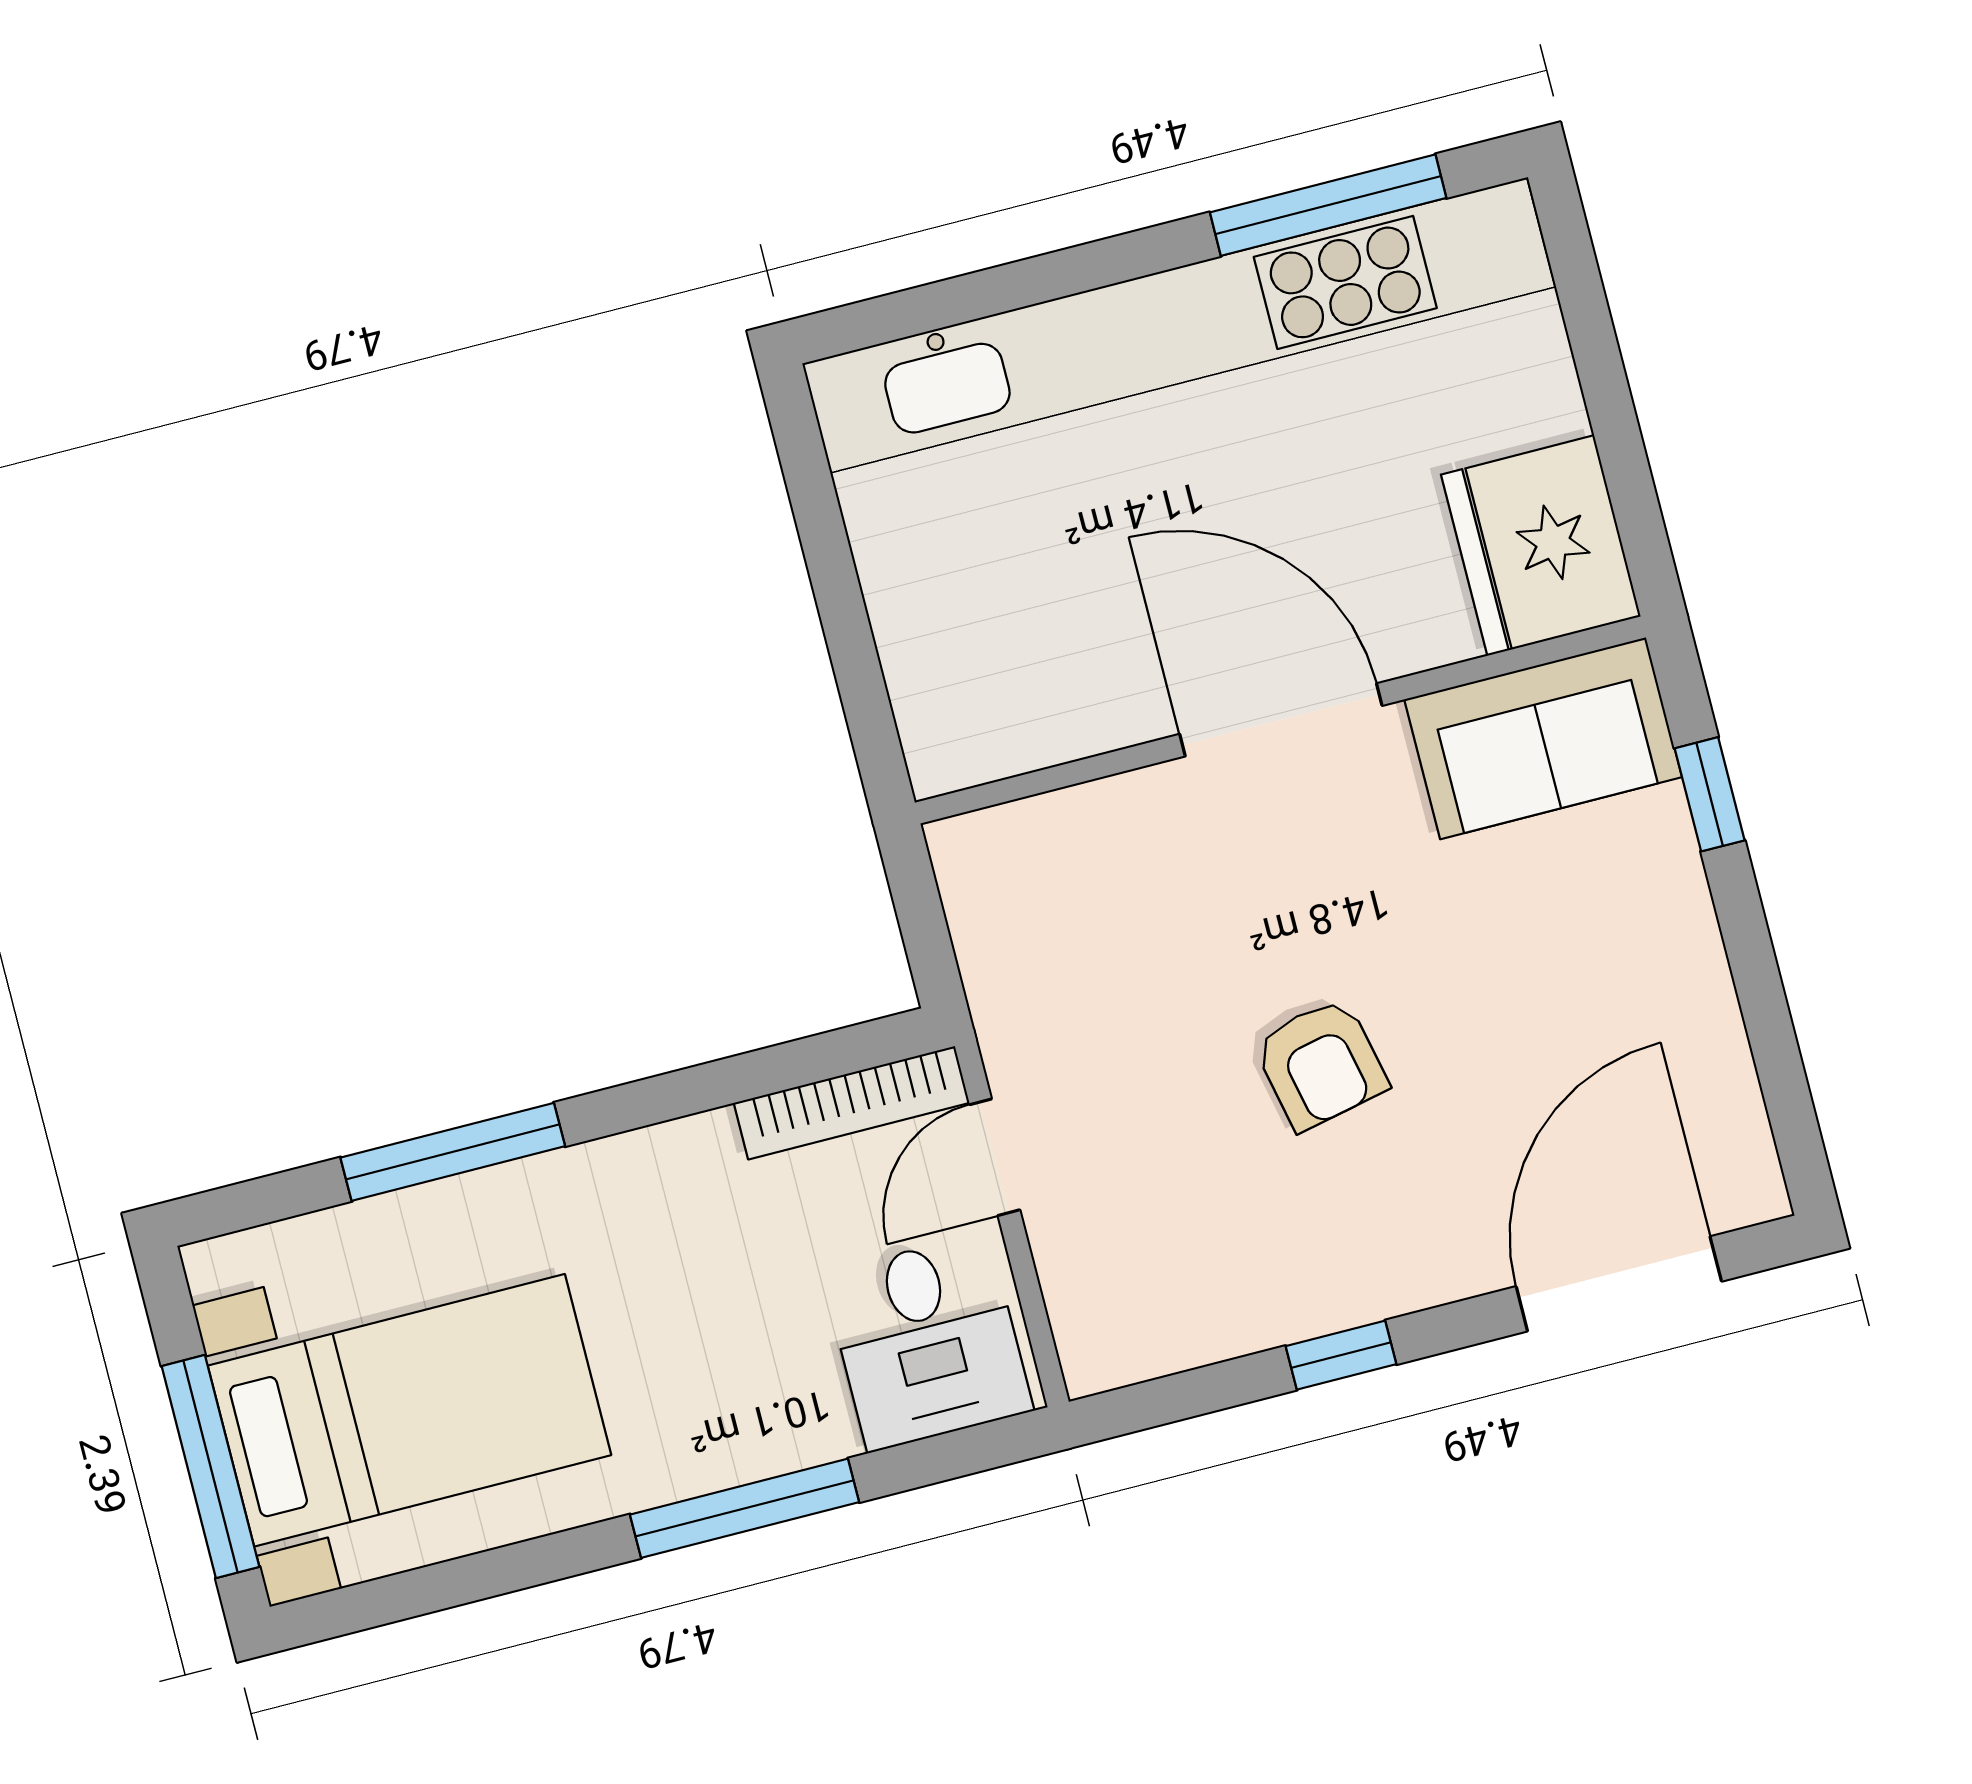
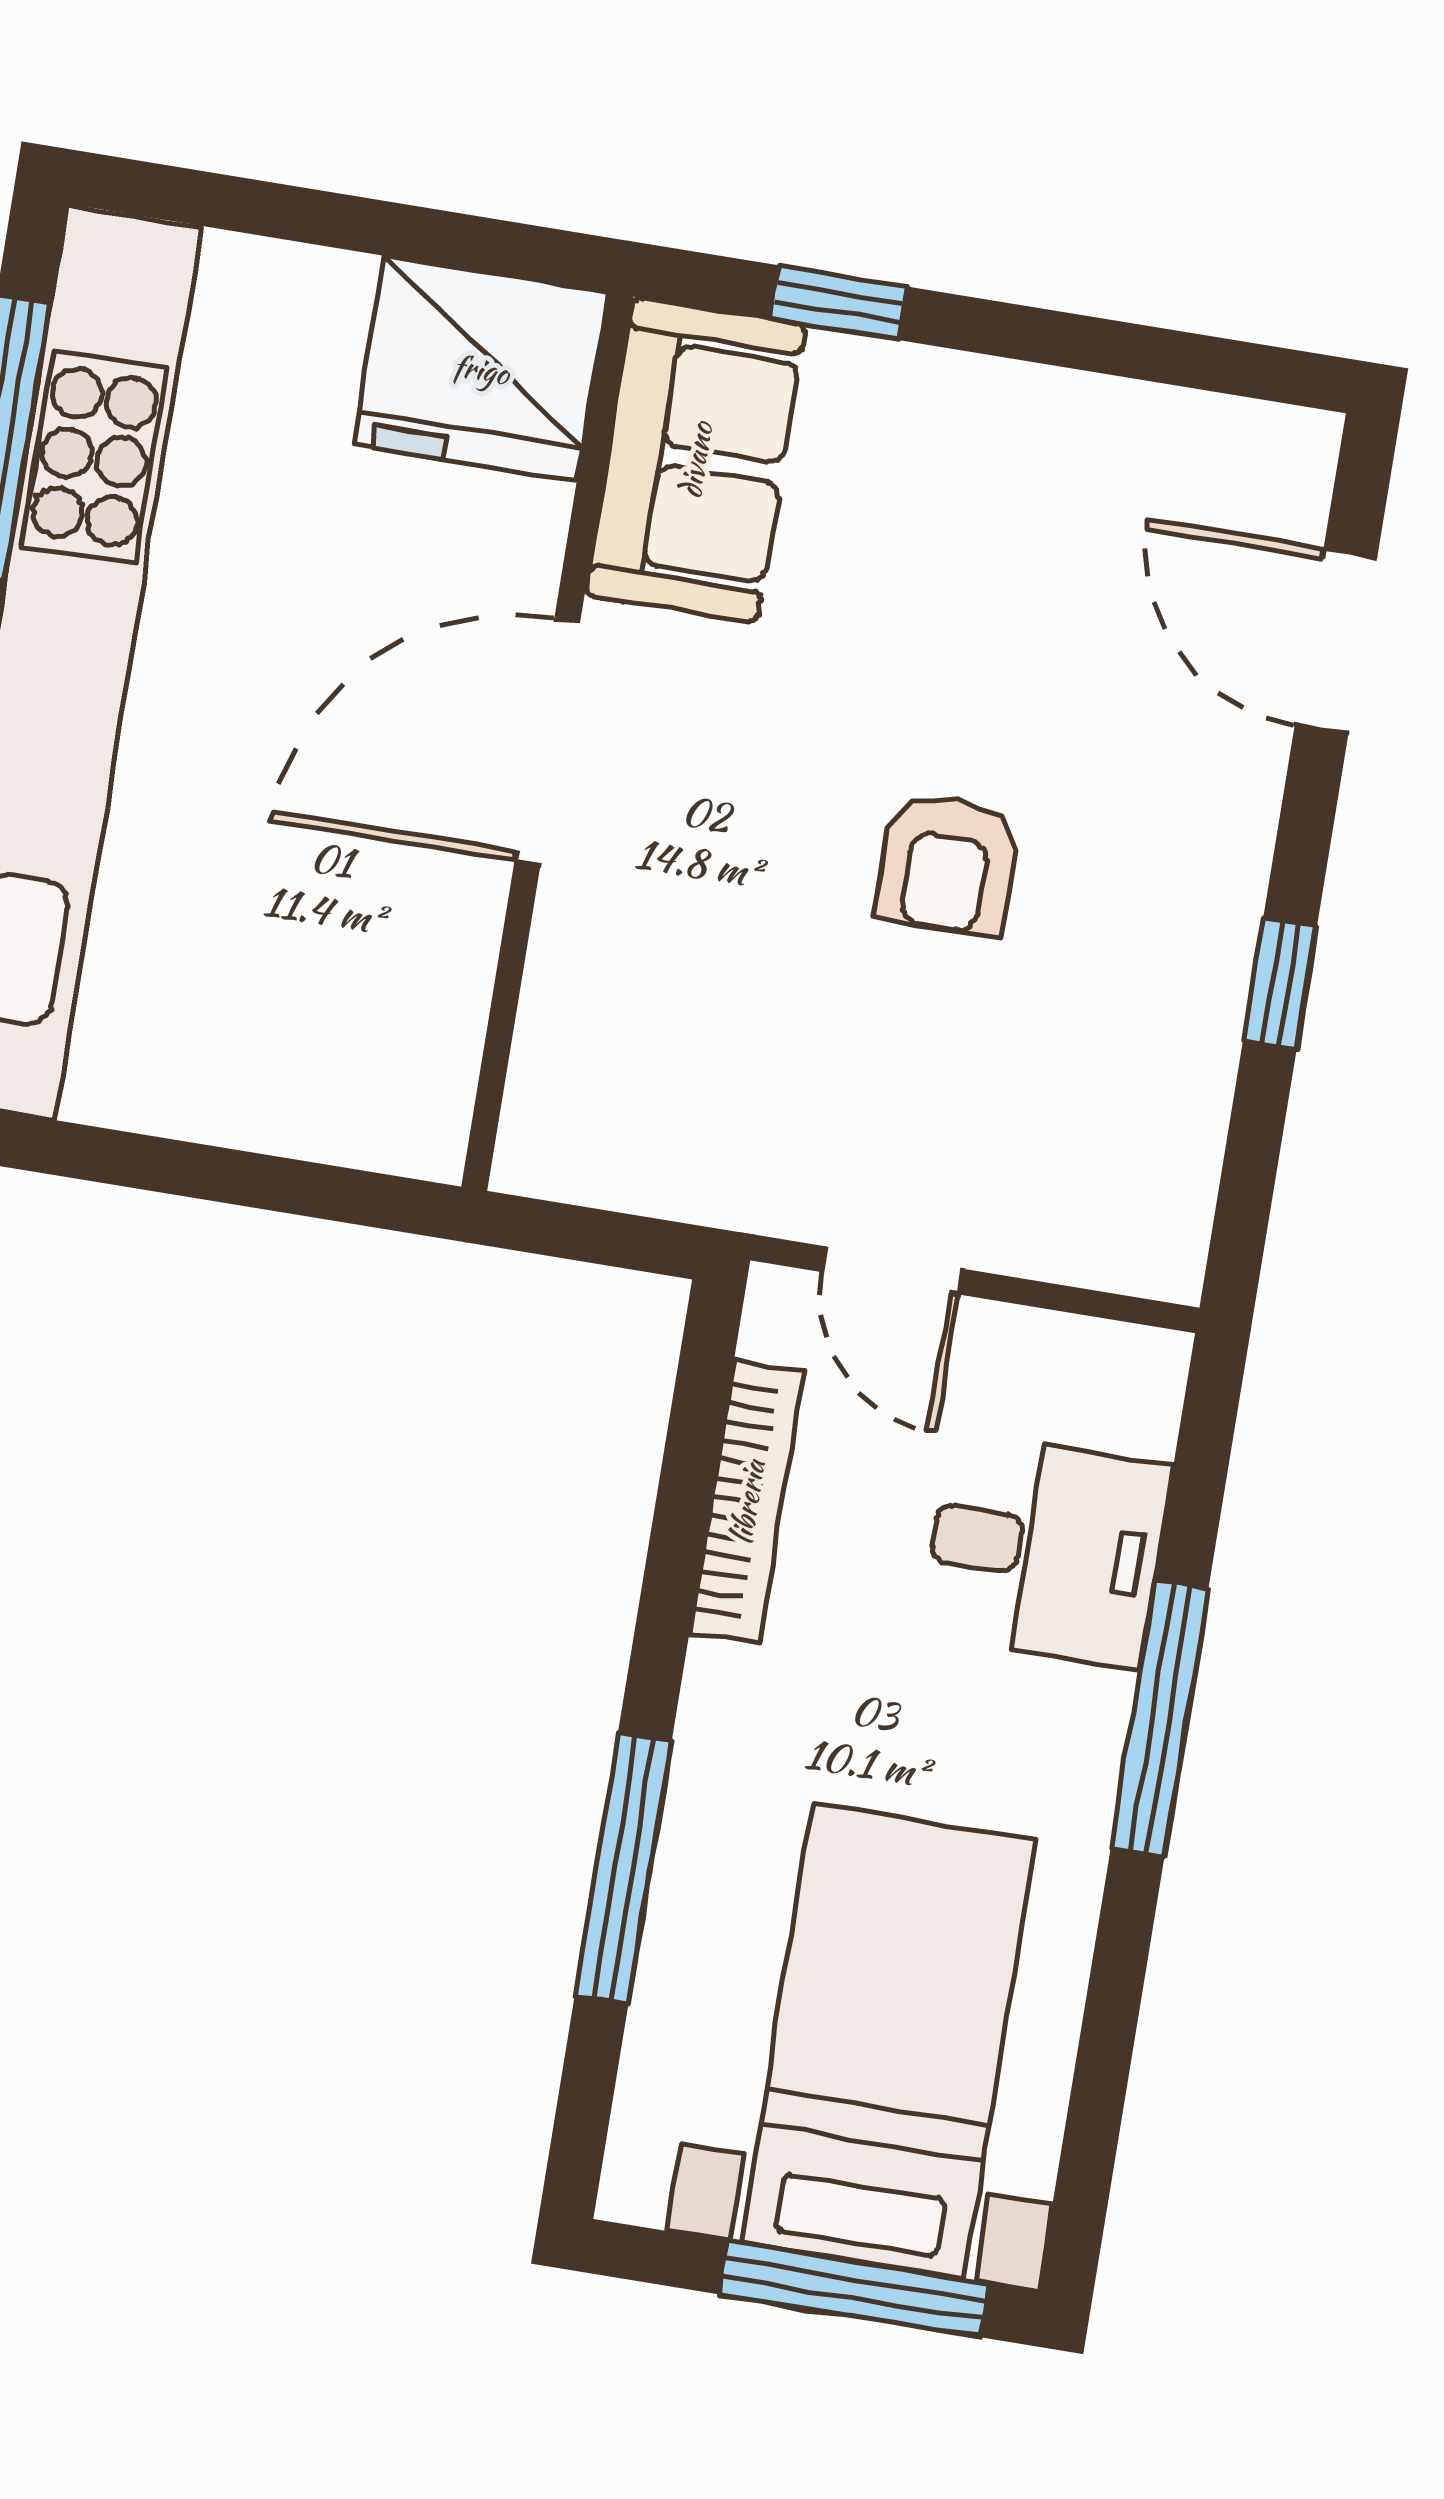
armchair: (1321, 1064) -> (948, 864), turned 102
bookcase: (852, 1103) -> (747, 1502), moved
door: (1619, 1284) -> (1336, 641), width x0.73
desk: (928, 1342) -> (1046, 1550), moved

